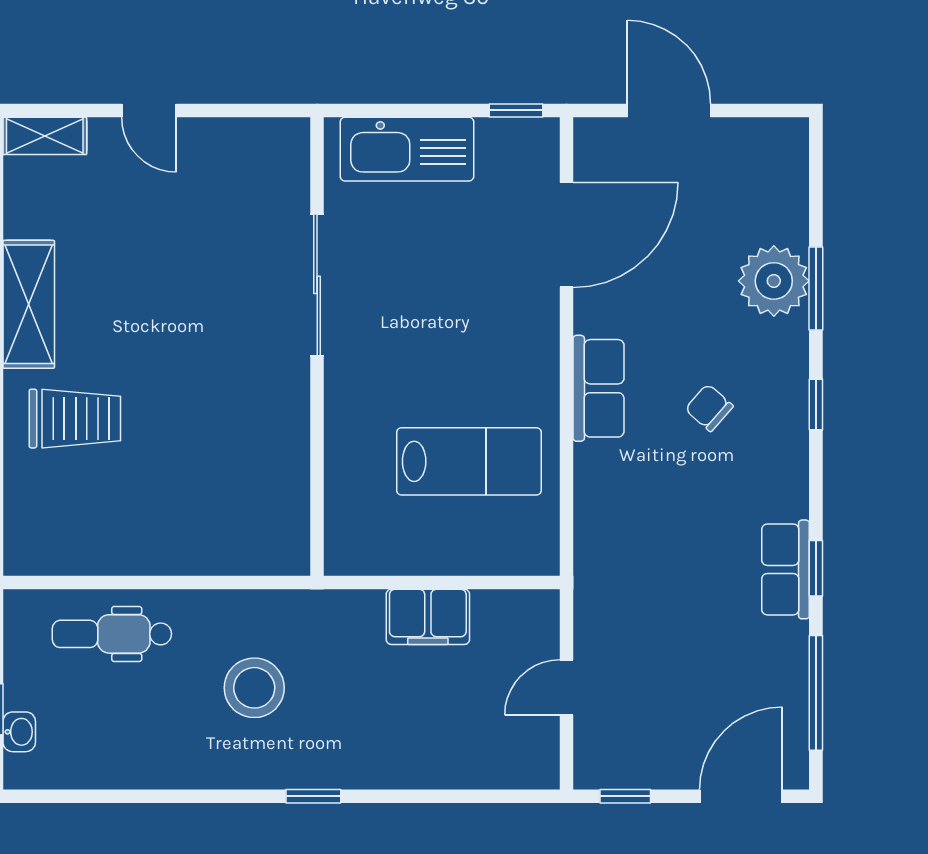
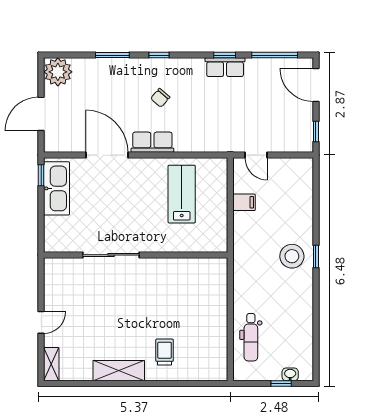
kitchen sink: (407, 149) -> (57, 188), moved
door: (566, 235) -> (107, 155), moved
plant: (774, 281) -> (58, 72), moved
trolley: (75, 419) -> (165, 352), width x0.73, depth x0.72
filing cabinet: (428, 617) -> (244, 202), width x0.50
door: (566, 687) -> (256, 155), moved
stool: (254, 688) -> (292, 256), moved

